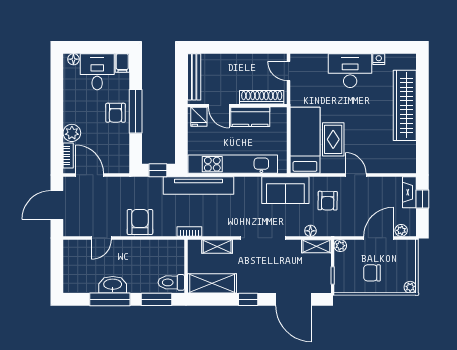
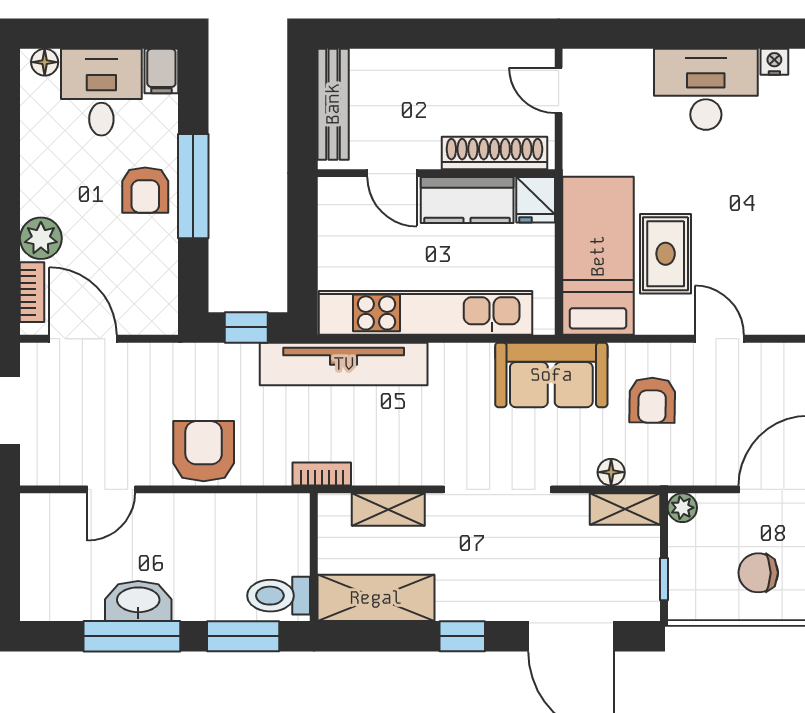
fridge: (199, 117) -> (536, 200), moved

